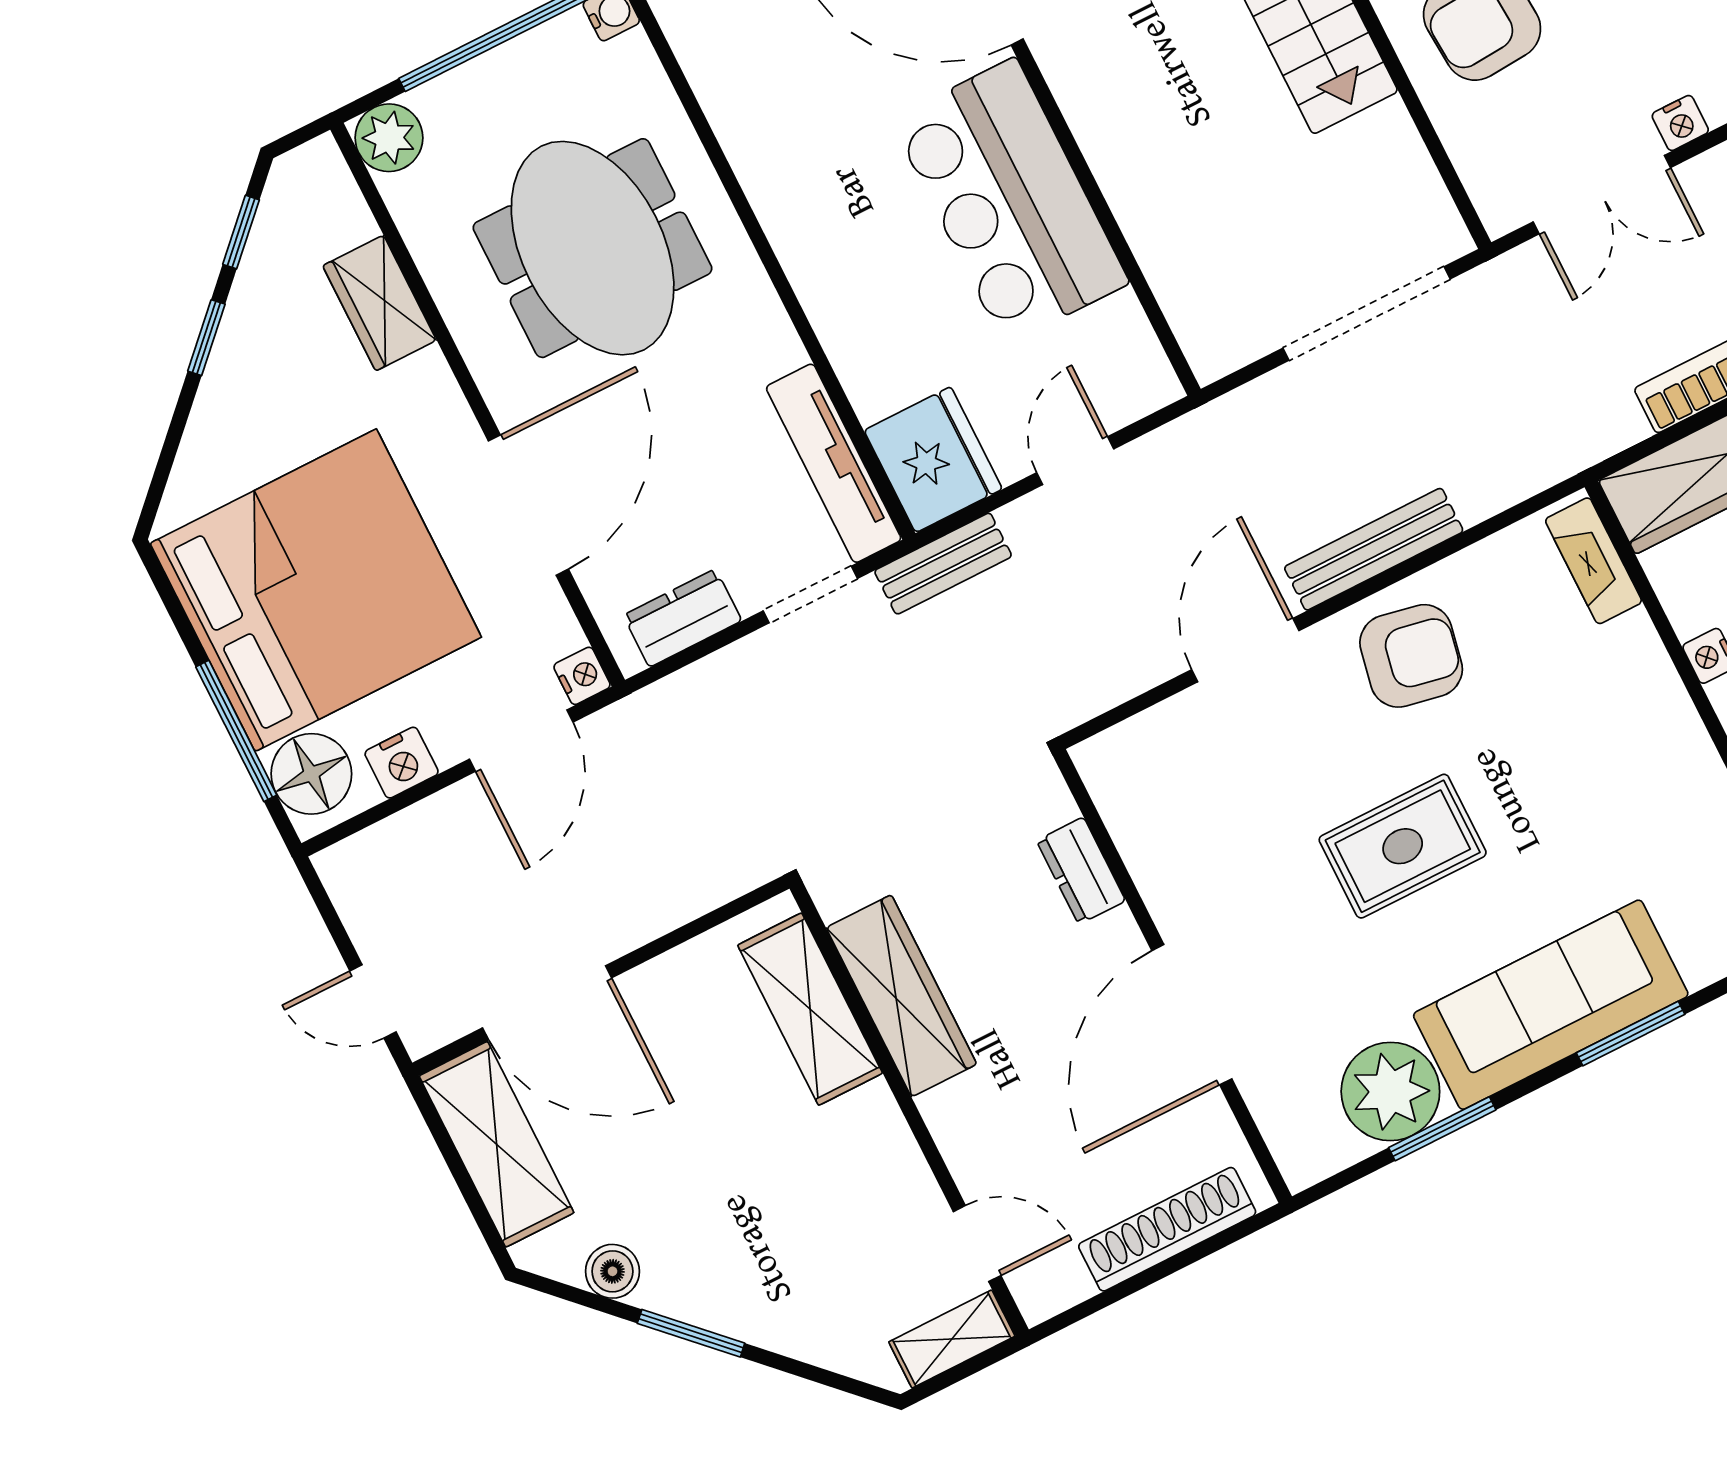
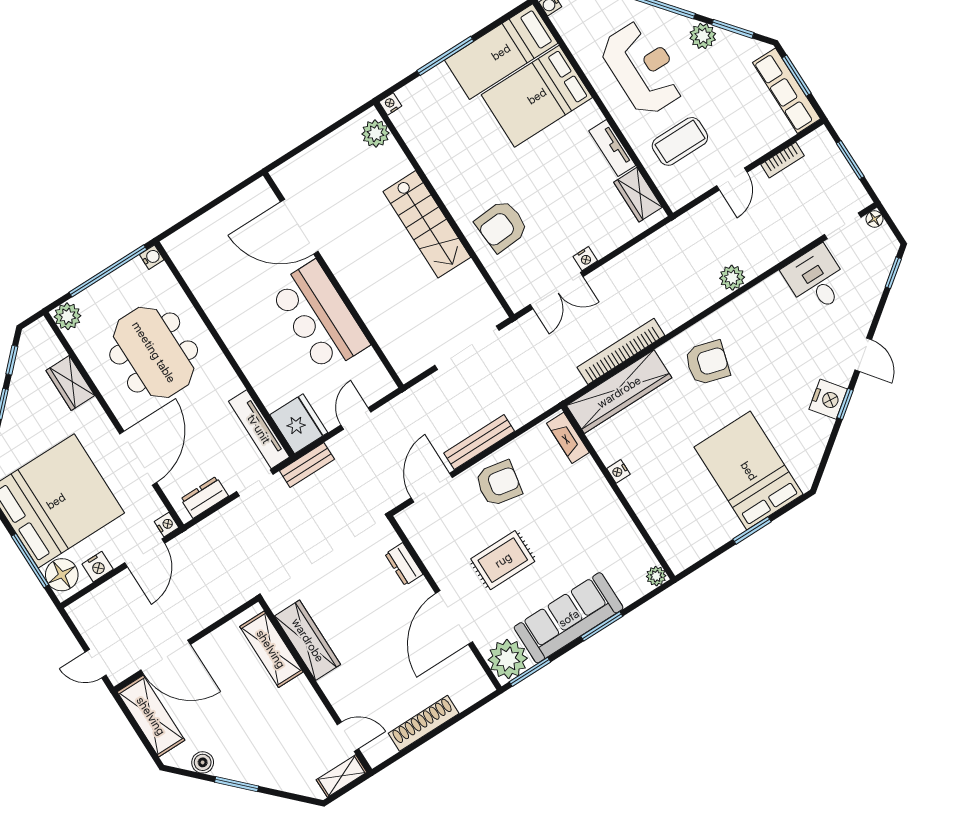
dresser: (1081, 871) -> (404, 564), moved
wall: (1172, 976) -> (445, 603), moved
door: (1192, 1015) -> (454, 618), moved

